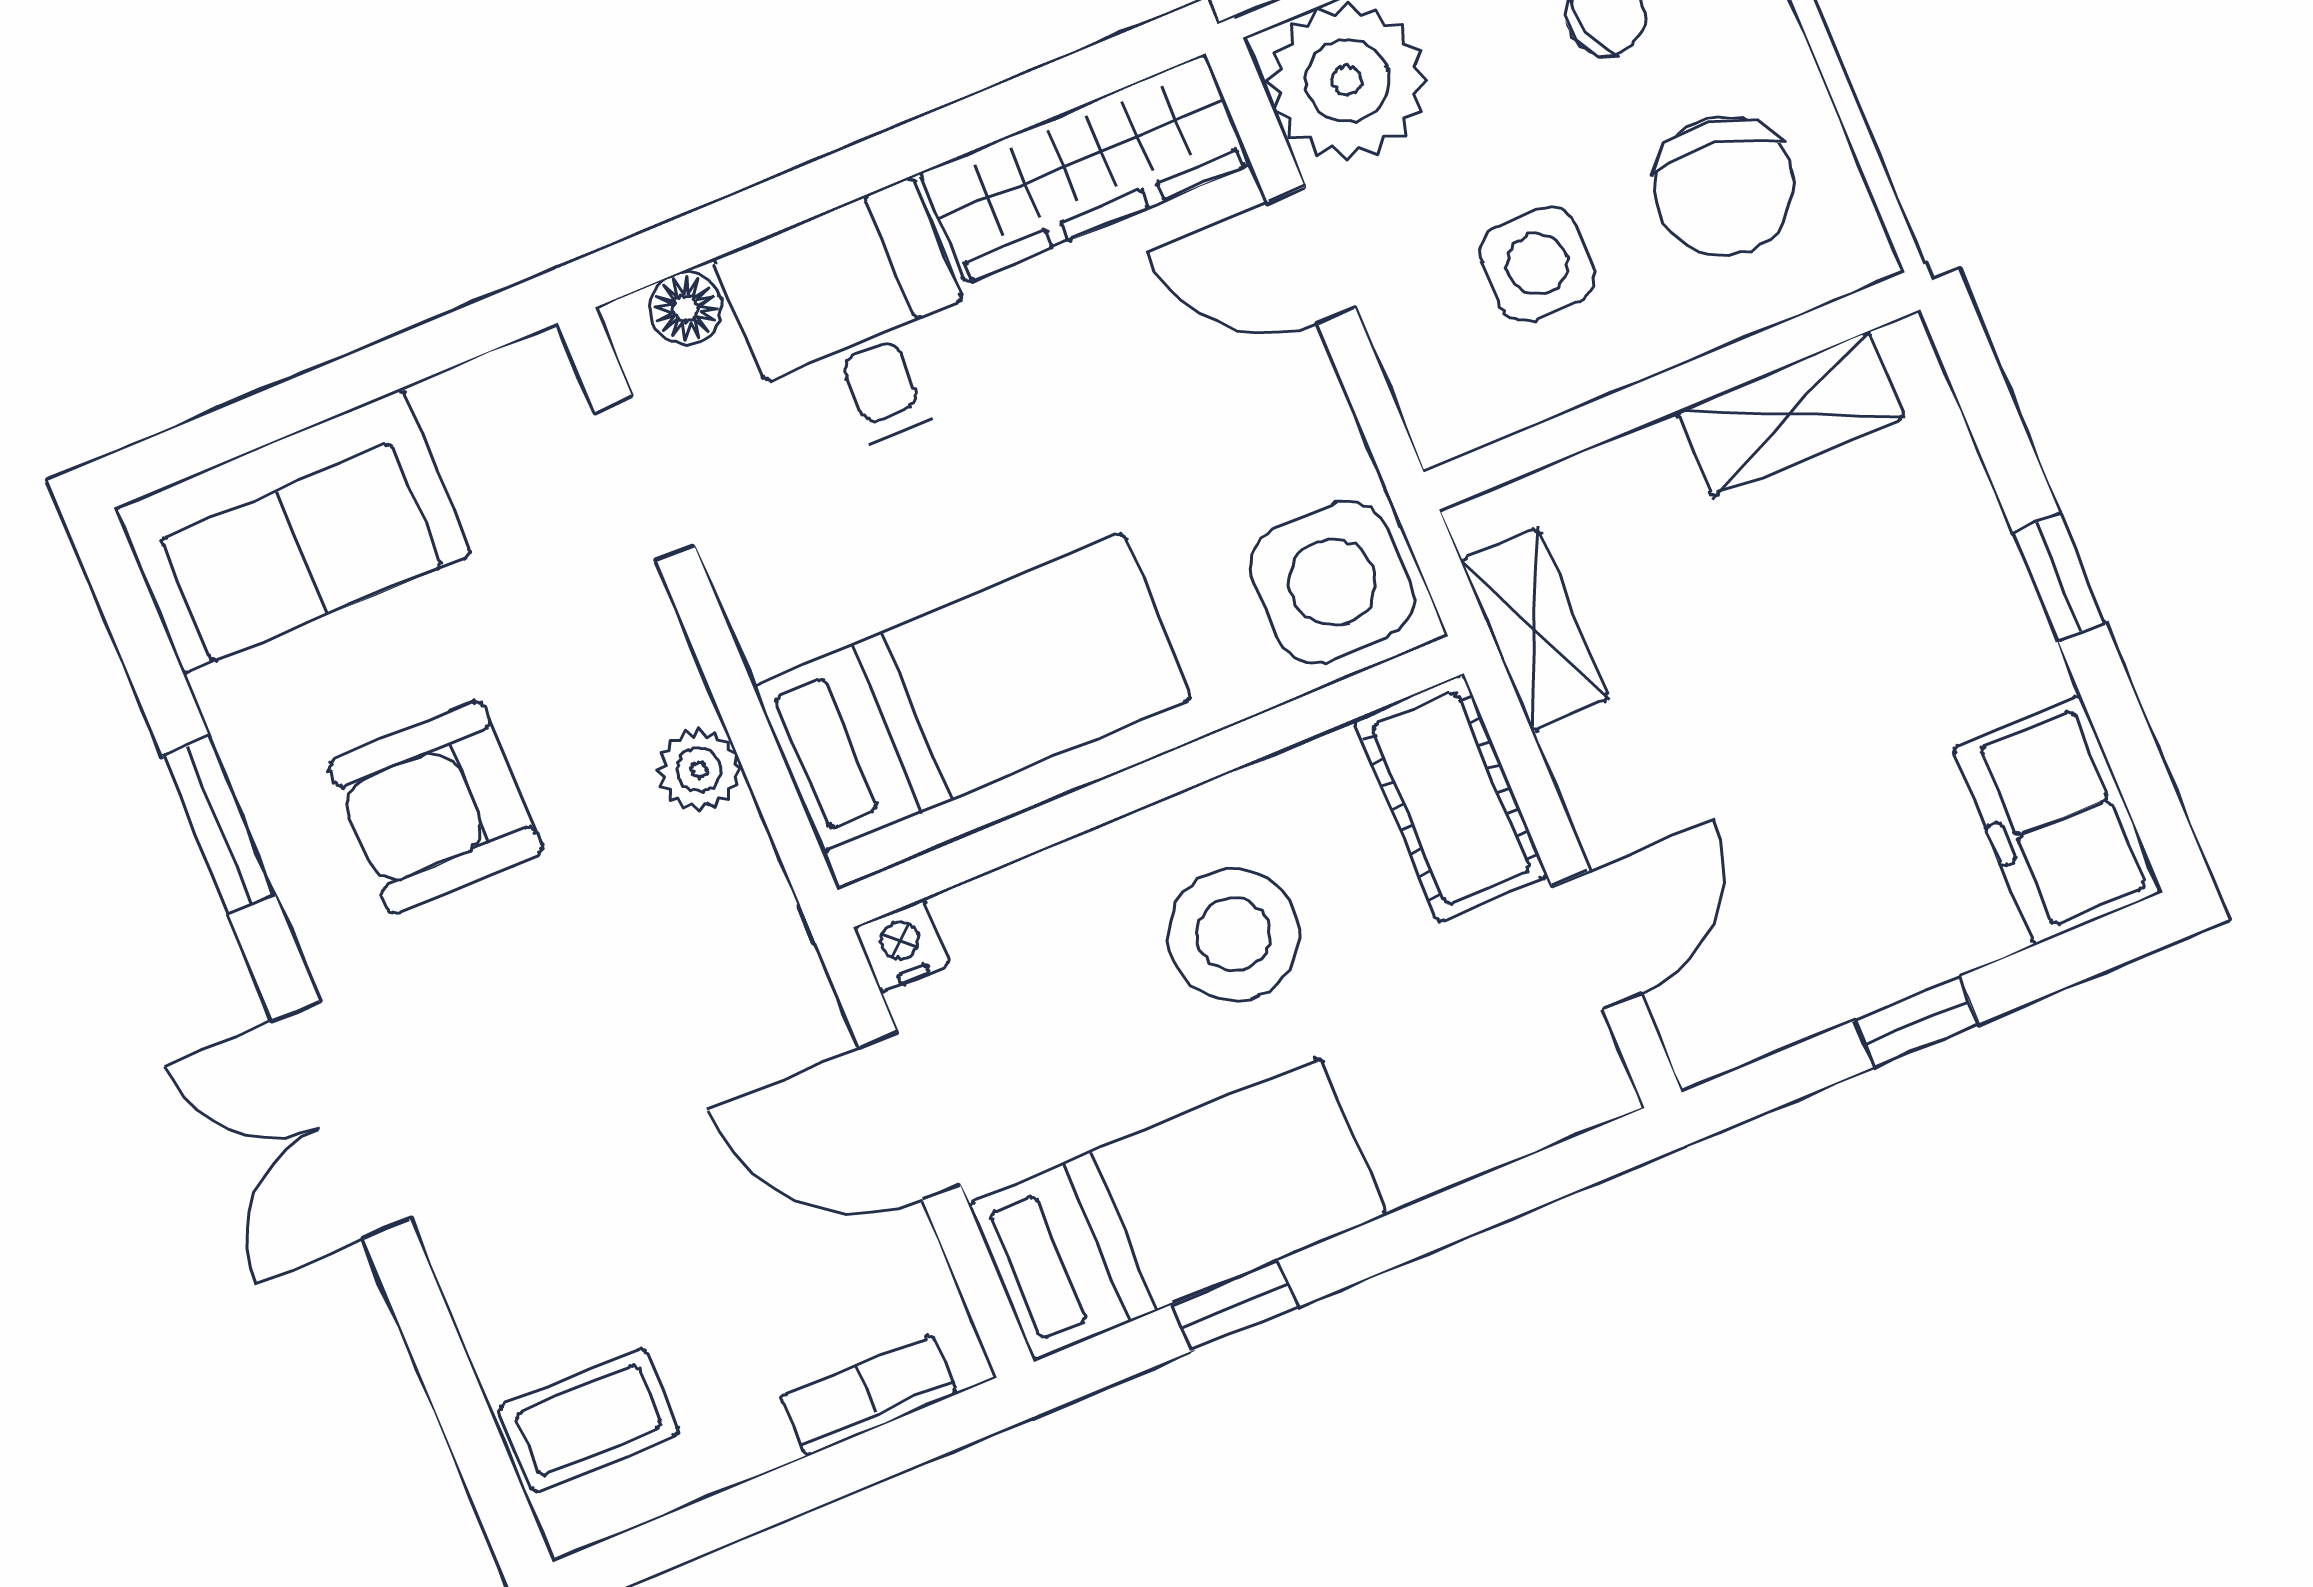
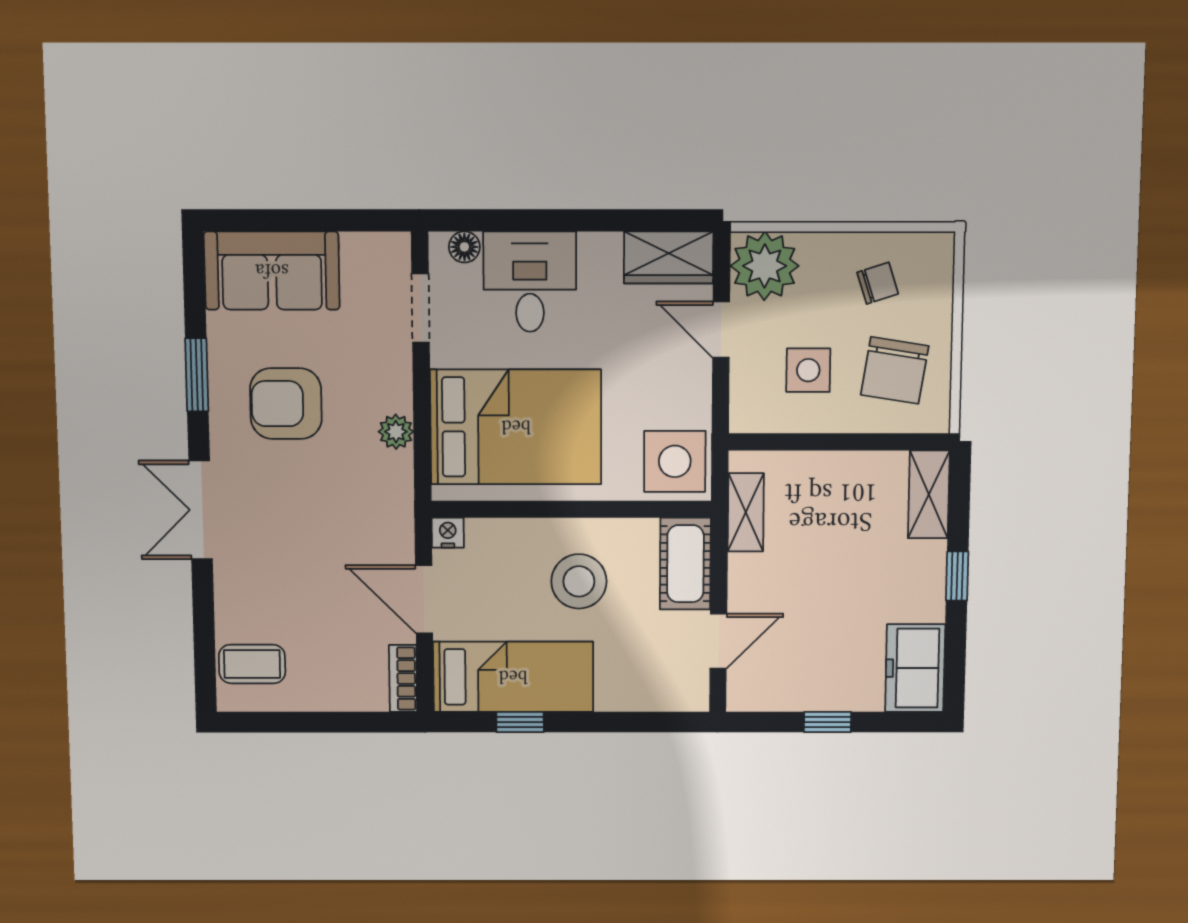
wardrobe: (1085, 168) -> (669, 257), width x0.67
shelving: (1791, 414) -> (929, 494), moved, turned 90
bed: (973, 693) -> (516, 427), width x1.50
bookcase: (869, 1395) -> (403, 678), moved, turned -90

